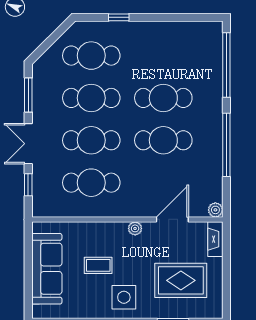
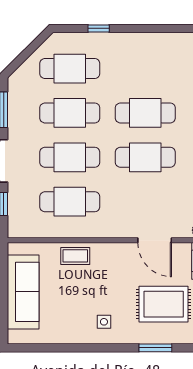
door: (172, 219) -> (155, 240), swing flipped
plant: (135, 228) -> (116, 250), removed
coffee table: (98, 265) -> (75, 256), moved
side table: (124, 297) -> (104, 322), width x0.54, depth x0.54

